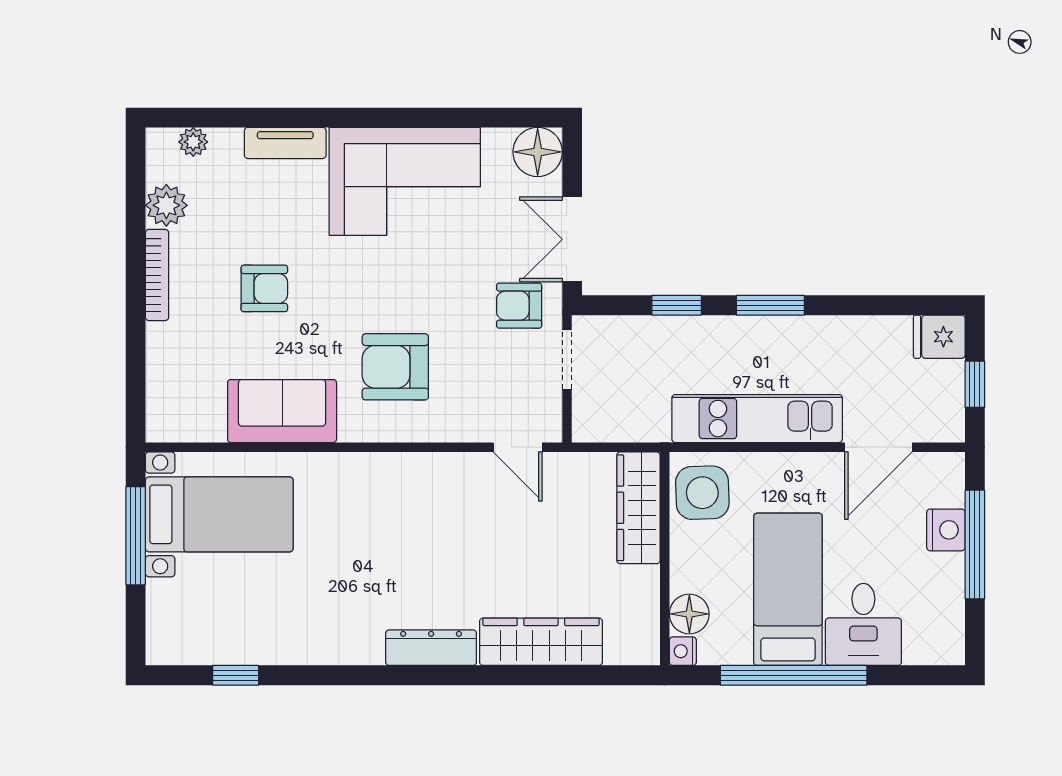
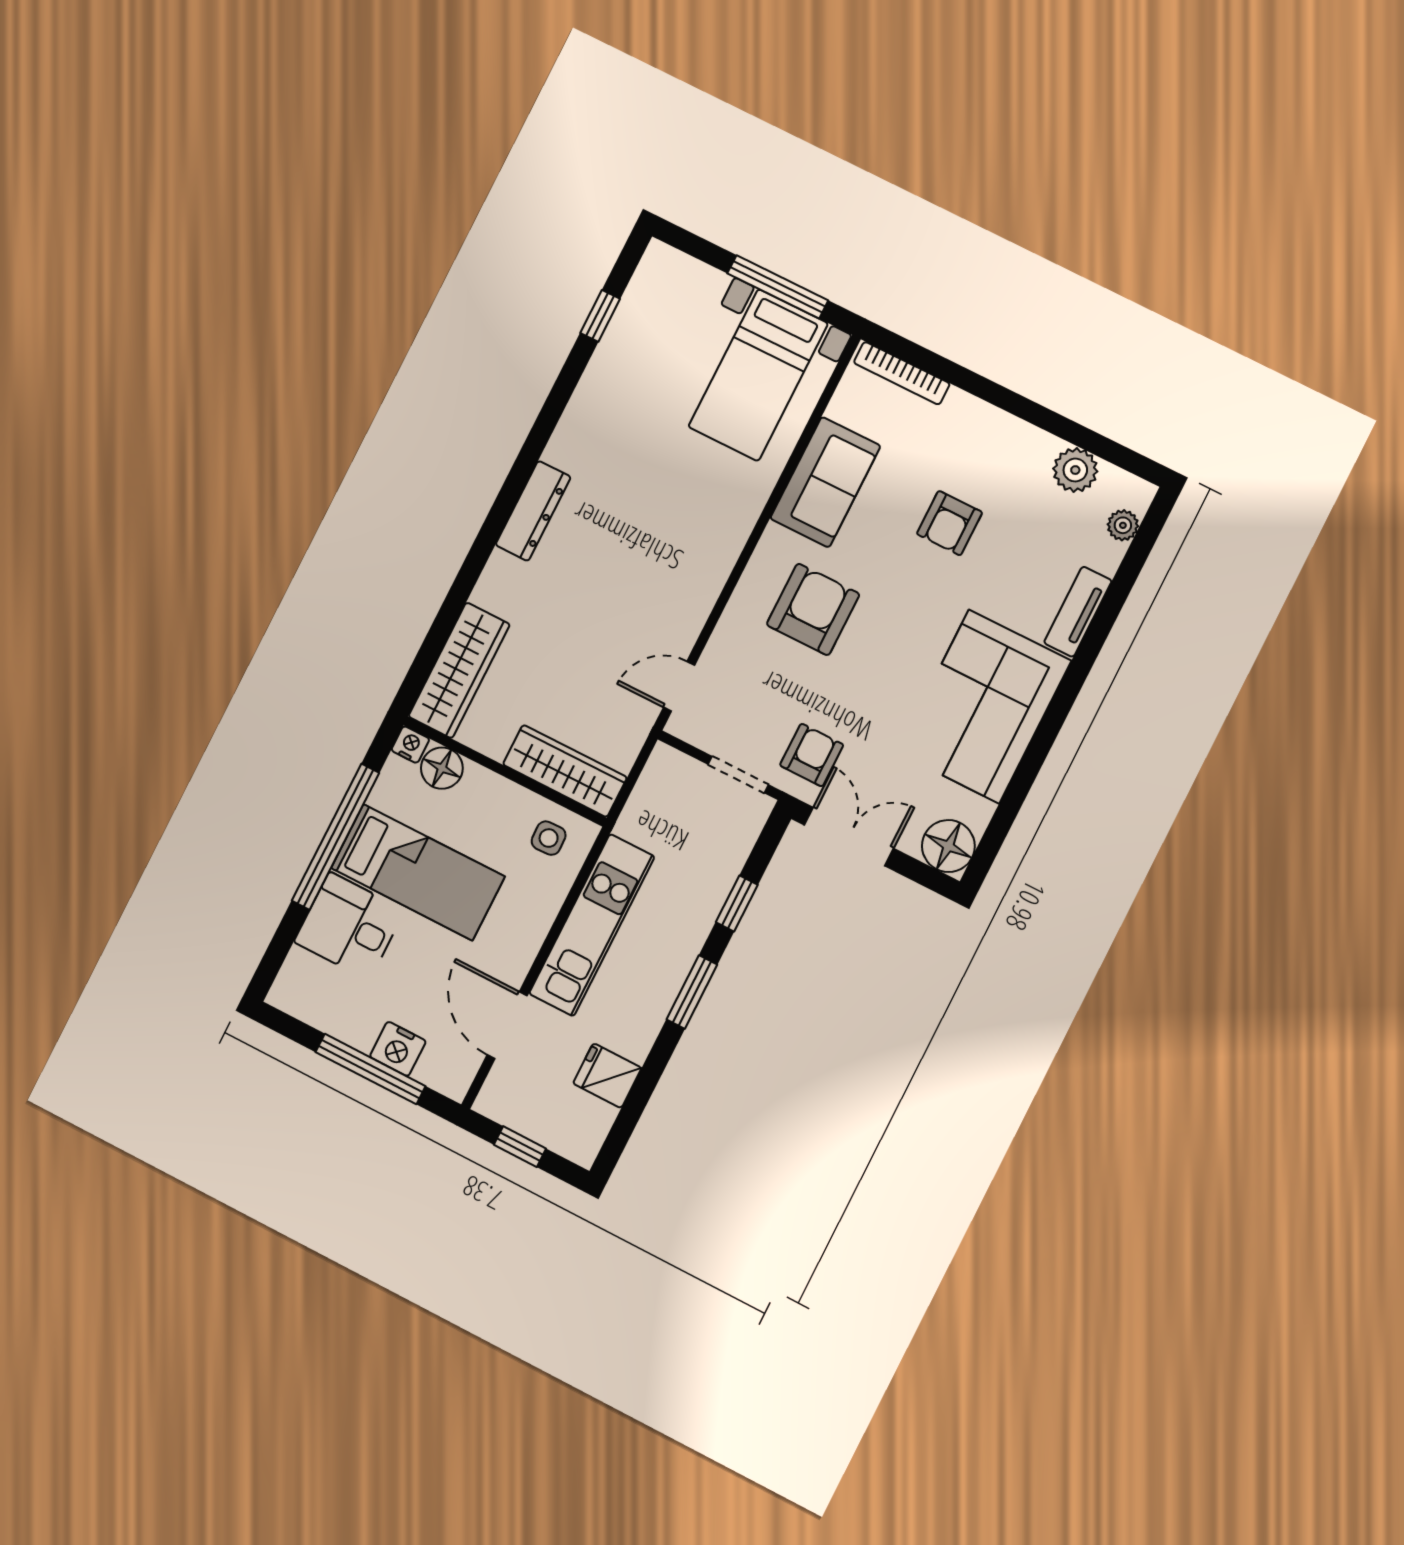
bookcase: (157, 275) -> (902, 373), moved
fridge: (939, 337) -> (607, 1076), moved, turned -90
side table: (702, 493) -> (549, 838), width x0.54, depth x0.54
wardrobe: (541, 642) -> (459, 670), moved

